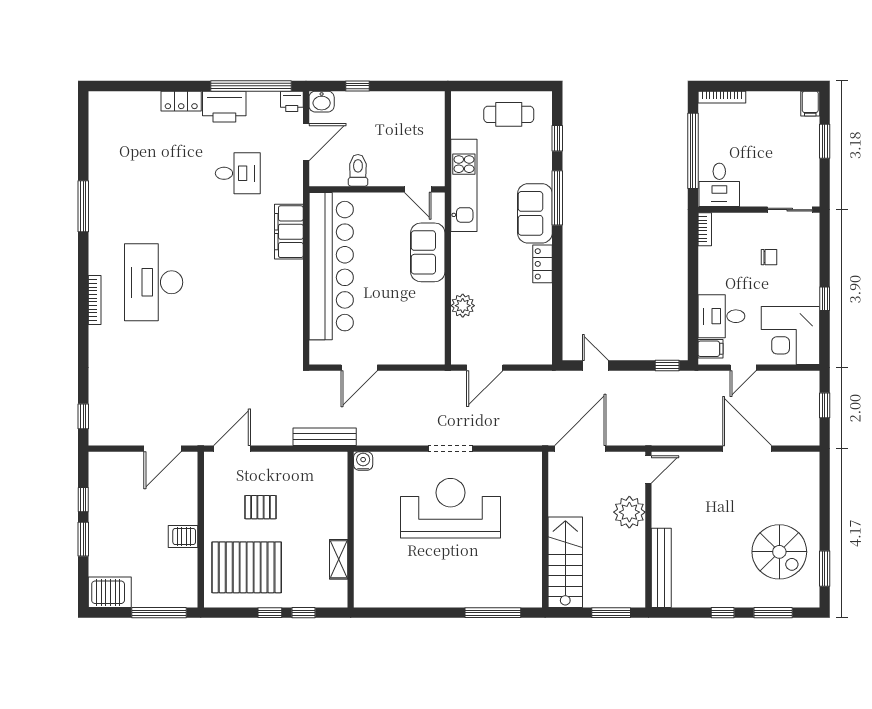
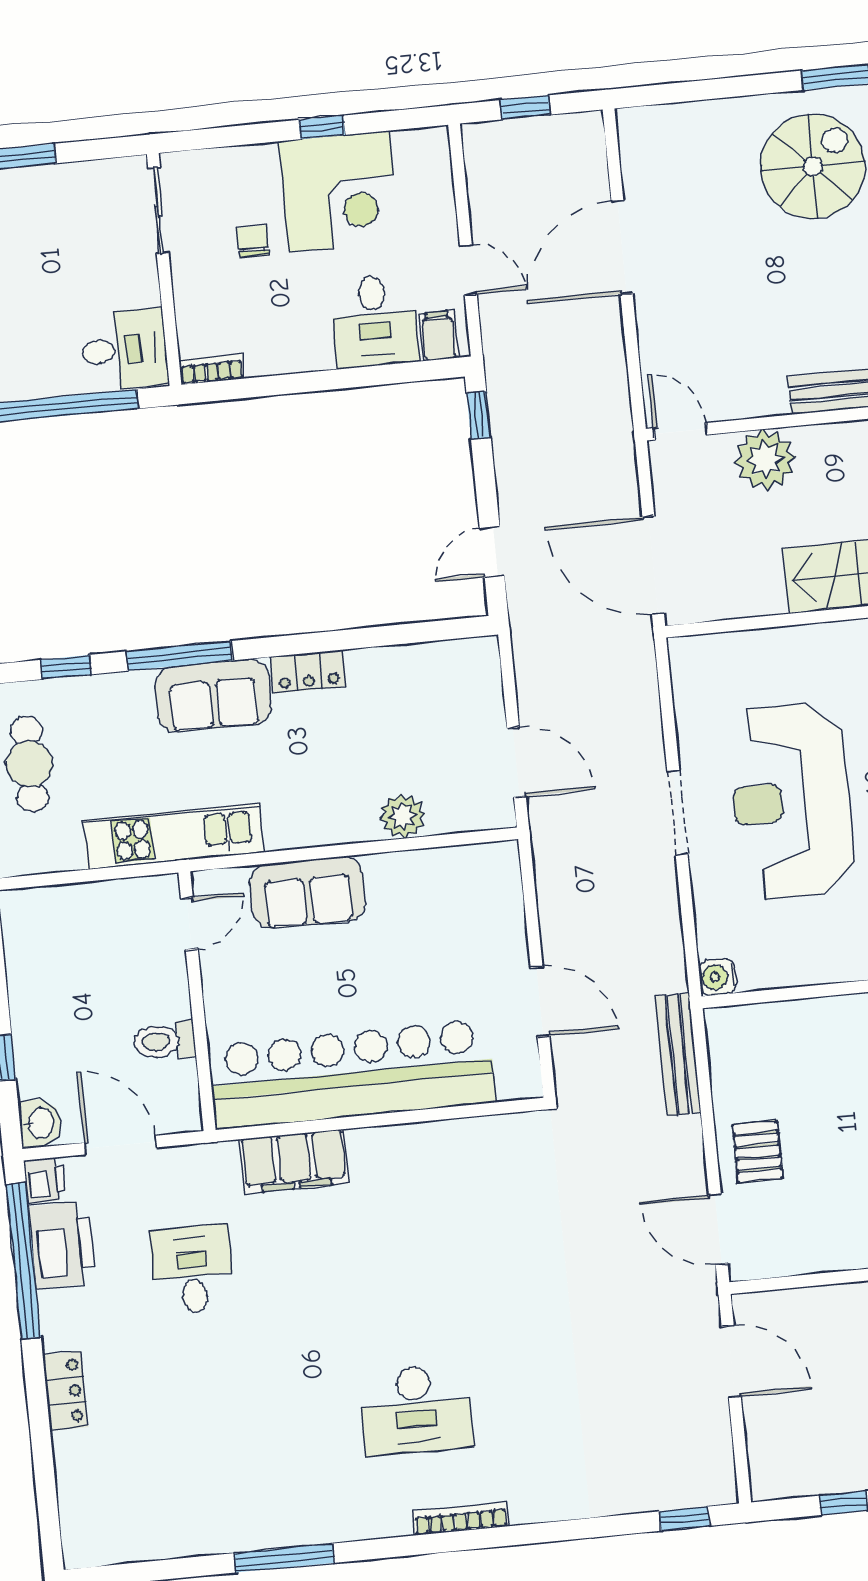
printer: (224, 107) -> (62, 1245), moved
desk: (154, 282) -> (416, 1410), width x0.73, depth x0.77
corner desk: (790, 335) -> (339, 191), moved
pallet: (261, 507) -> (757, 1152), moved

